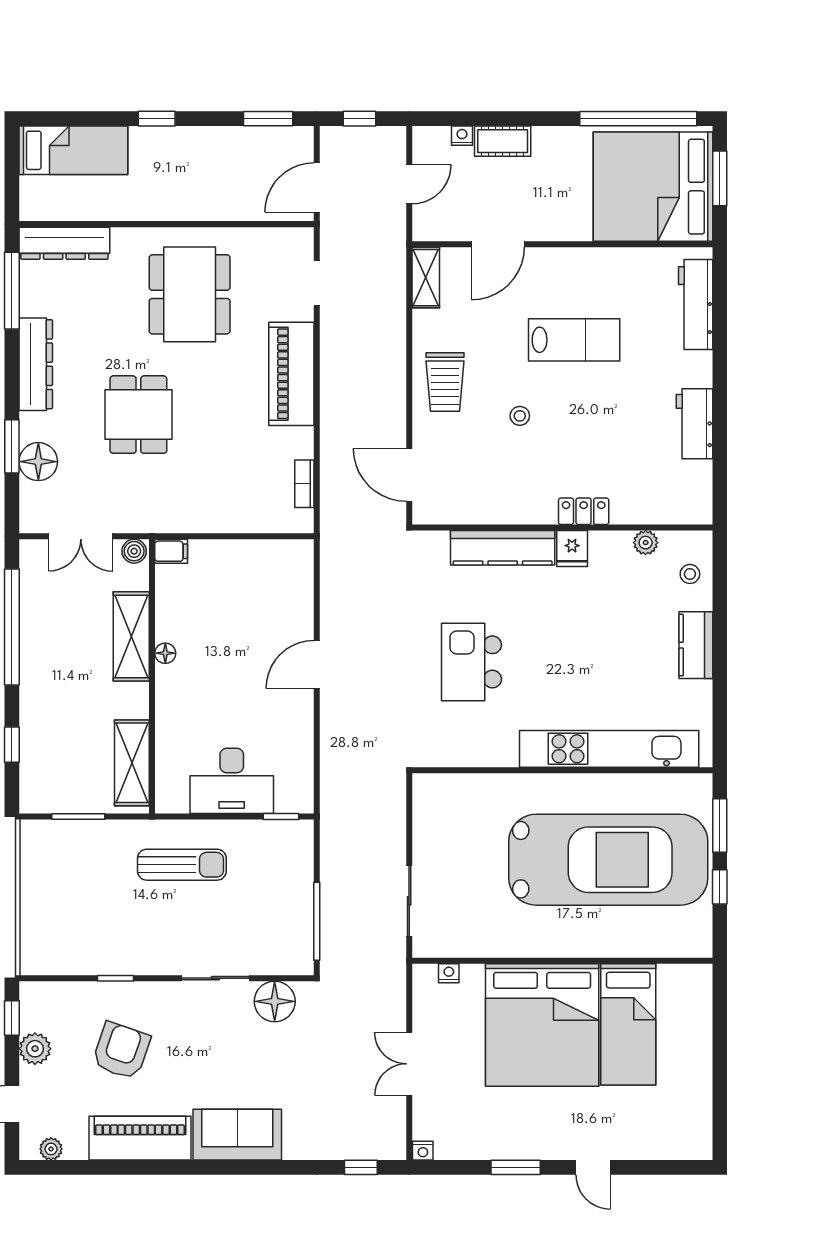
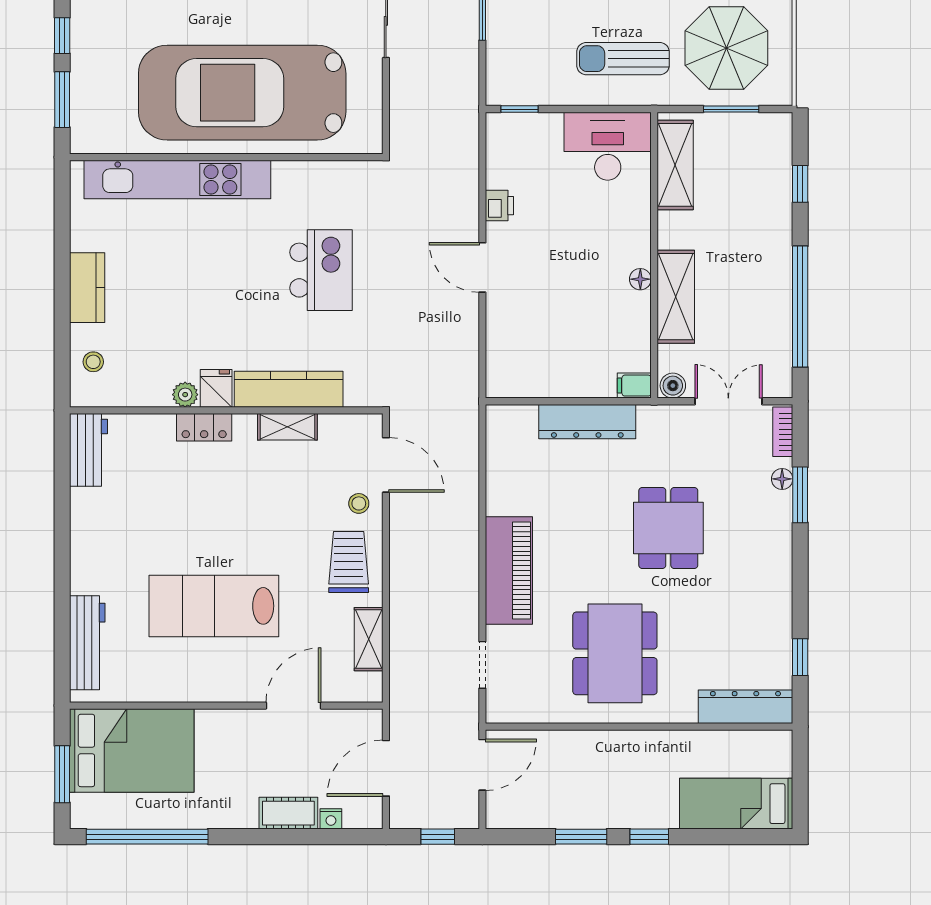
window: (268, 119) -> (581, 837), moved
door: (409, 184) -> (386, 768), width x1.38
bed: (653, 187) -> (132, 750), width x0.73
shelving: (426, 278) -> (369, 639), moved
window: (12, 291) -> (800, 657), width x0.46
lab bench: (574, 340) -> (214, 606), width x1.36, depth x1.39
dresser: (36, 364) -> (587, 422), moved, turned -90
stool: (520, 416) -> (359, 503), moved
workbench: (694, 424) -> (89, 450), moved
floor lamp: (38, 462) -> (782, 479), width x0.53, depth x0.53
bookcase: (304, 484) -> (783, 432), moved, turned 180
shelving: (504, 512) -> (287, 427), added
plant: (646, 543) -> (185, 395), moved
door: (317, 664) -> (482, 267), swing flipped
printer: (300, 724) -> (499, 206), added
desk: (232, 781) -> (608, 146), moved
car: (608, 860) -> (242, 93), moved
parasol: (83, 875) -> (726, 48), added

